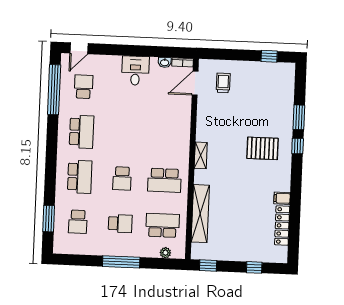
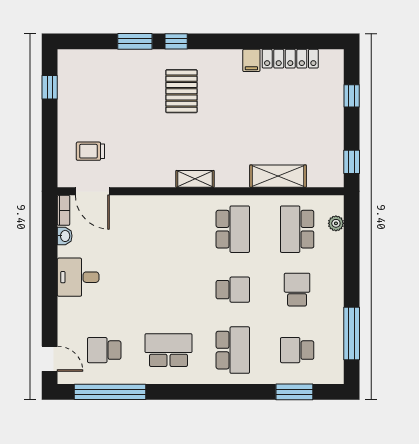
school desk: (80, 177) -> (233, 350), turned 90
shelving: (200, 214) -> (278, 176), width x0.68
school desk: (78, 222) -> (297, 350), turned 180
window: (121, 262) -> (352, 334), moved

